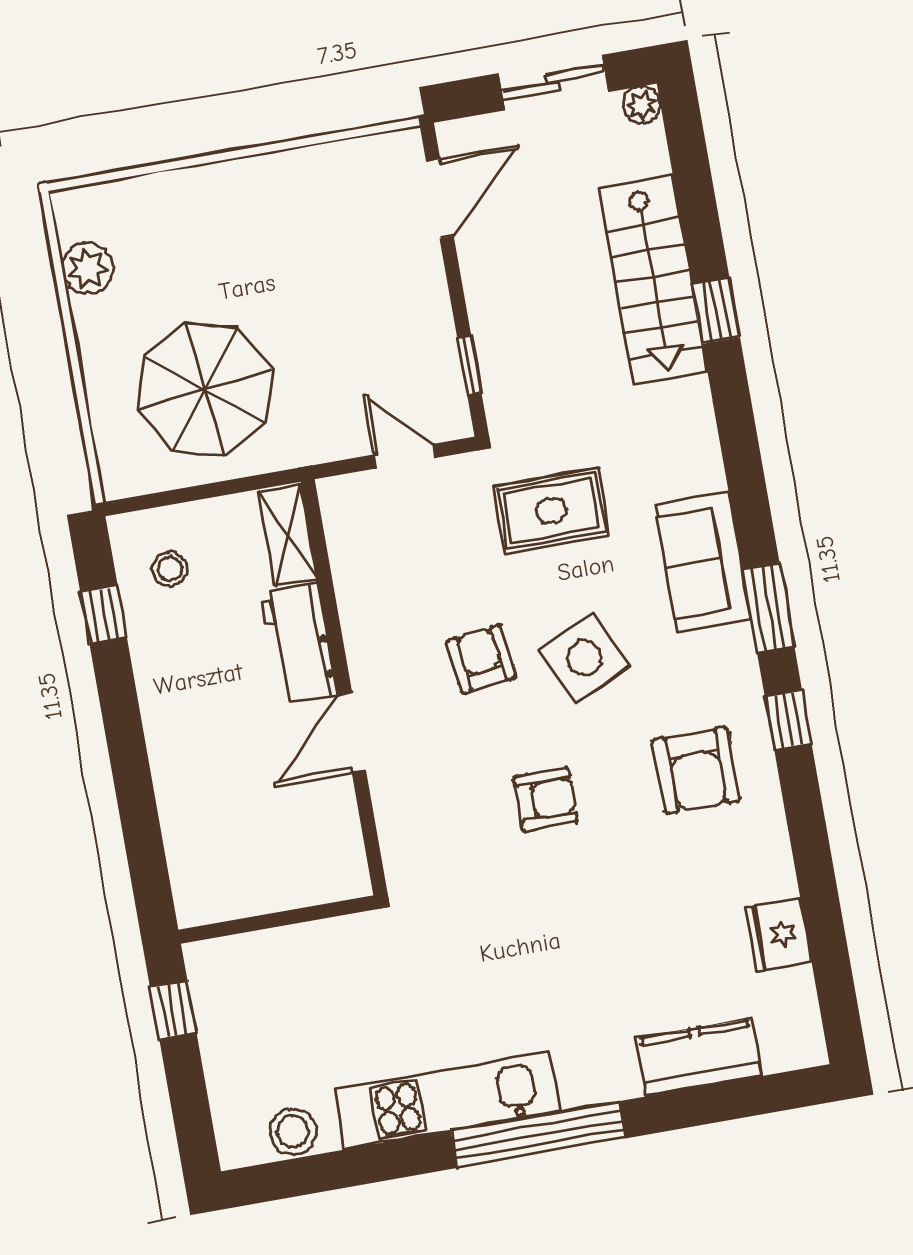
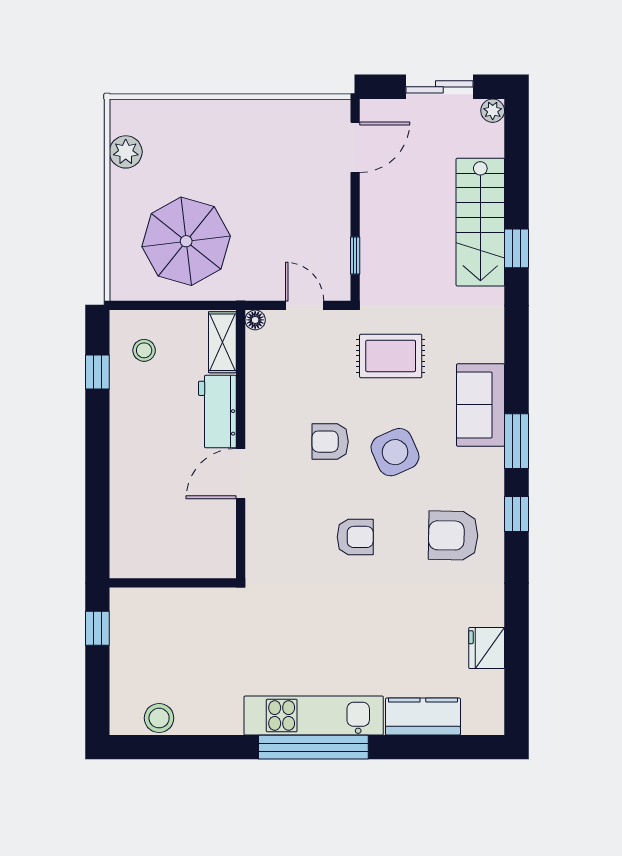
floor lamp: (333, 492) -> (255, 320), added
armchair: (481, 659) -> (330, 442), turned -83
armchair: (696, 770) -> (453, 536), turned 91
kitchen unit: (447, 1100) -> (314, 715), moved

